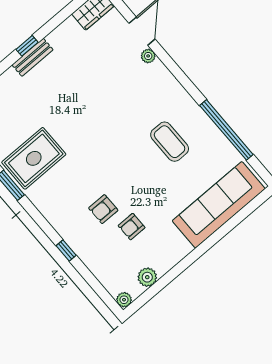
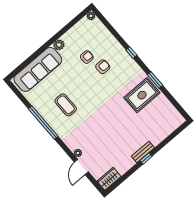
window: (226, 130) -> (43, 122), moved
window: (66, 250) -> (131, 53), moved
plant: (147, 277) -> (59, 45), moved

